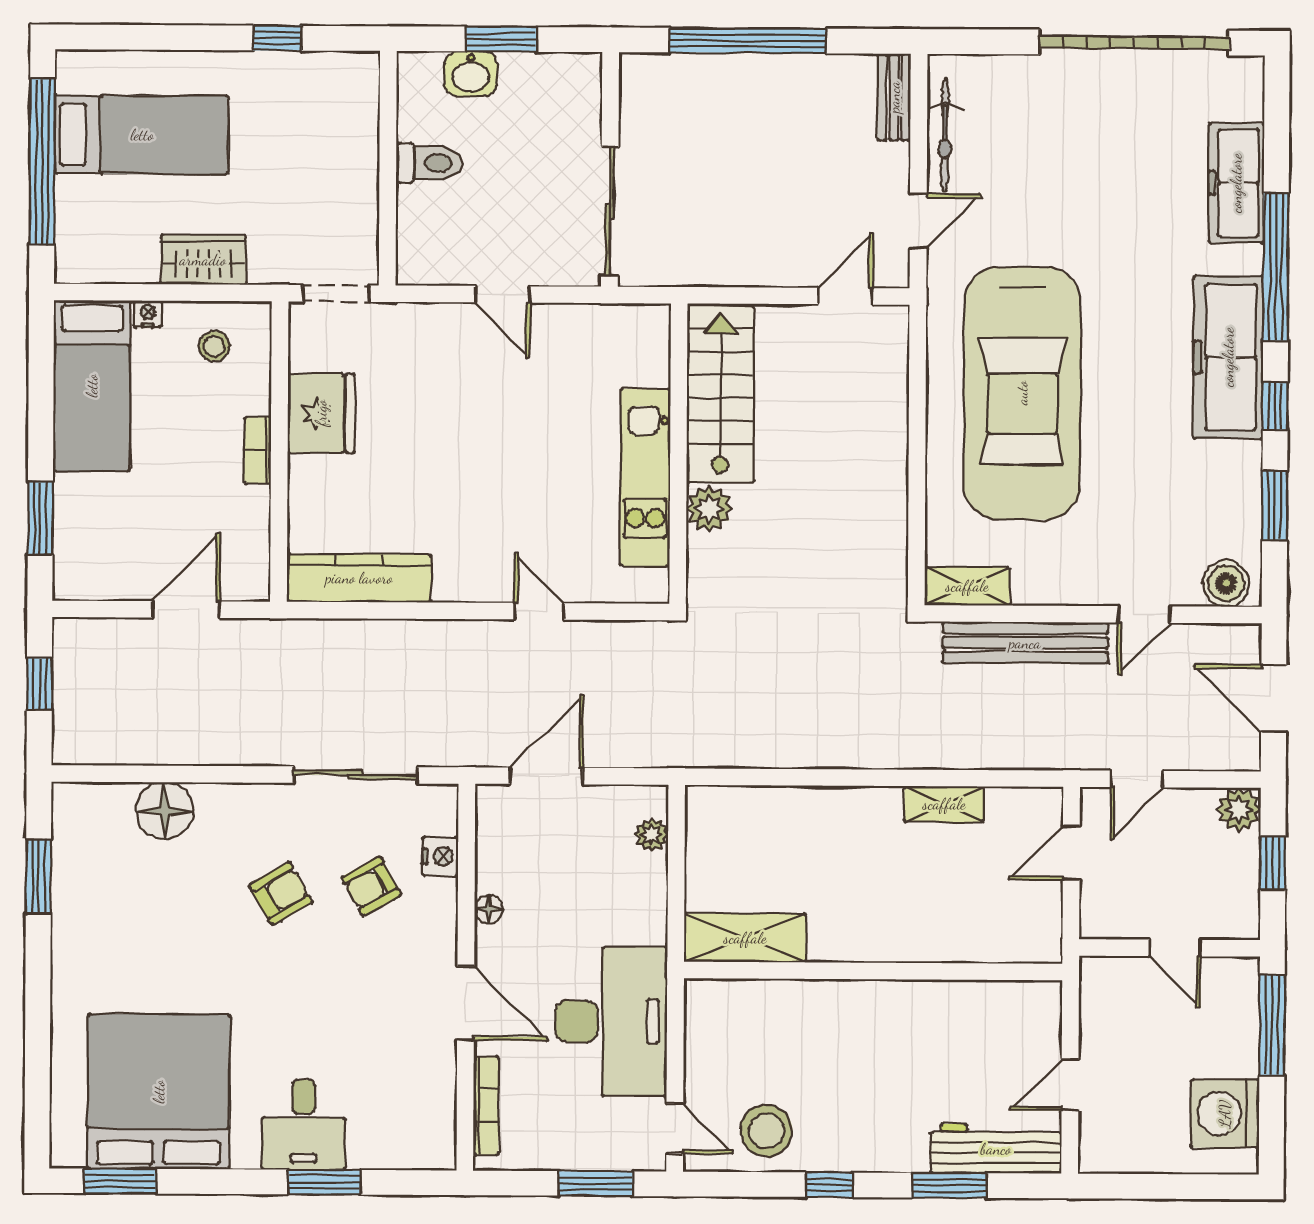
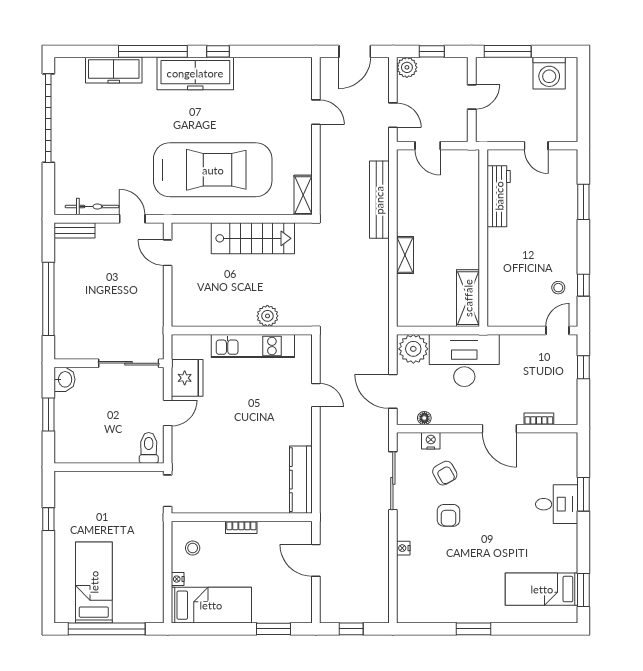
washbasin: (471, 74) -> (64, 379), moved
toilet: (429, 163) -> (149, 448), moved
wardrobe: (203, 260) -> (152, 553), removed
stairs: (720, 394) -> (253, 238), moved, turned 180
fridge: (321, 413) -> (187, 378), moved, turned 90
window: (1275, 505) -> (264, 51), removed
boiler: (1226, 583) -> (301, 74), removed
door: (539, 611) -> (316, 395), swing flipped
bench: (1025, 643) -> (379, 200), moved
nightstand: (211, 797) -> (403, 548), added
shelving: (944, 804) -> (405, 255), moved
floor lamp: (165, 811) -> (410, 570), removed
plant: (652, 835) -> (413, 349), width x1.88, depth x1.88
window: (38, 877) -> (474, 629), moved
armchair: (281, 894) -> (449, 515), turned -150
floor lamp: (489, 909) -> (424, 418), moved
door: (466, 1003) -> (499, 429), swing flipped
desk: (611, 1021) -> (464, 360), moved
bed: (159, 1092) -> (542, 589), width x0.49
bookcase: (486, 1106) -> (539, 419), width x0.64
stool: (766, 1131) -> (558, 288), width x0.53, depth x0.53
workbench: (996, 1149) -> (499, 196), moved, turned 180
window: (596, 1184) -> (583, 367), width x0.67
window: (829, 1185) -> (583, 285), moved

